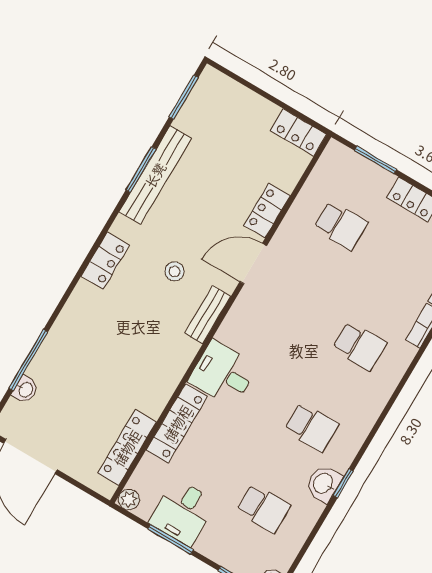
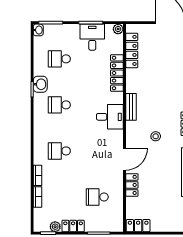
bench: (208, 315) -> (131, 107), moved
desk: (223, 374) -> (110, 117), moved

